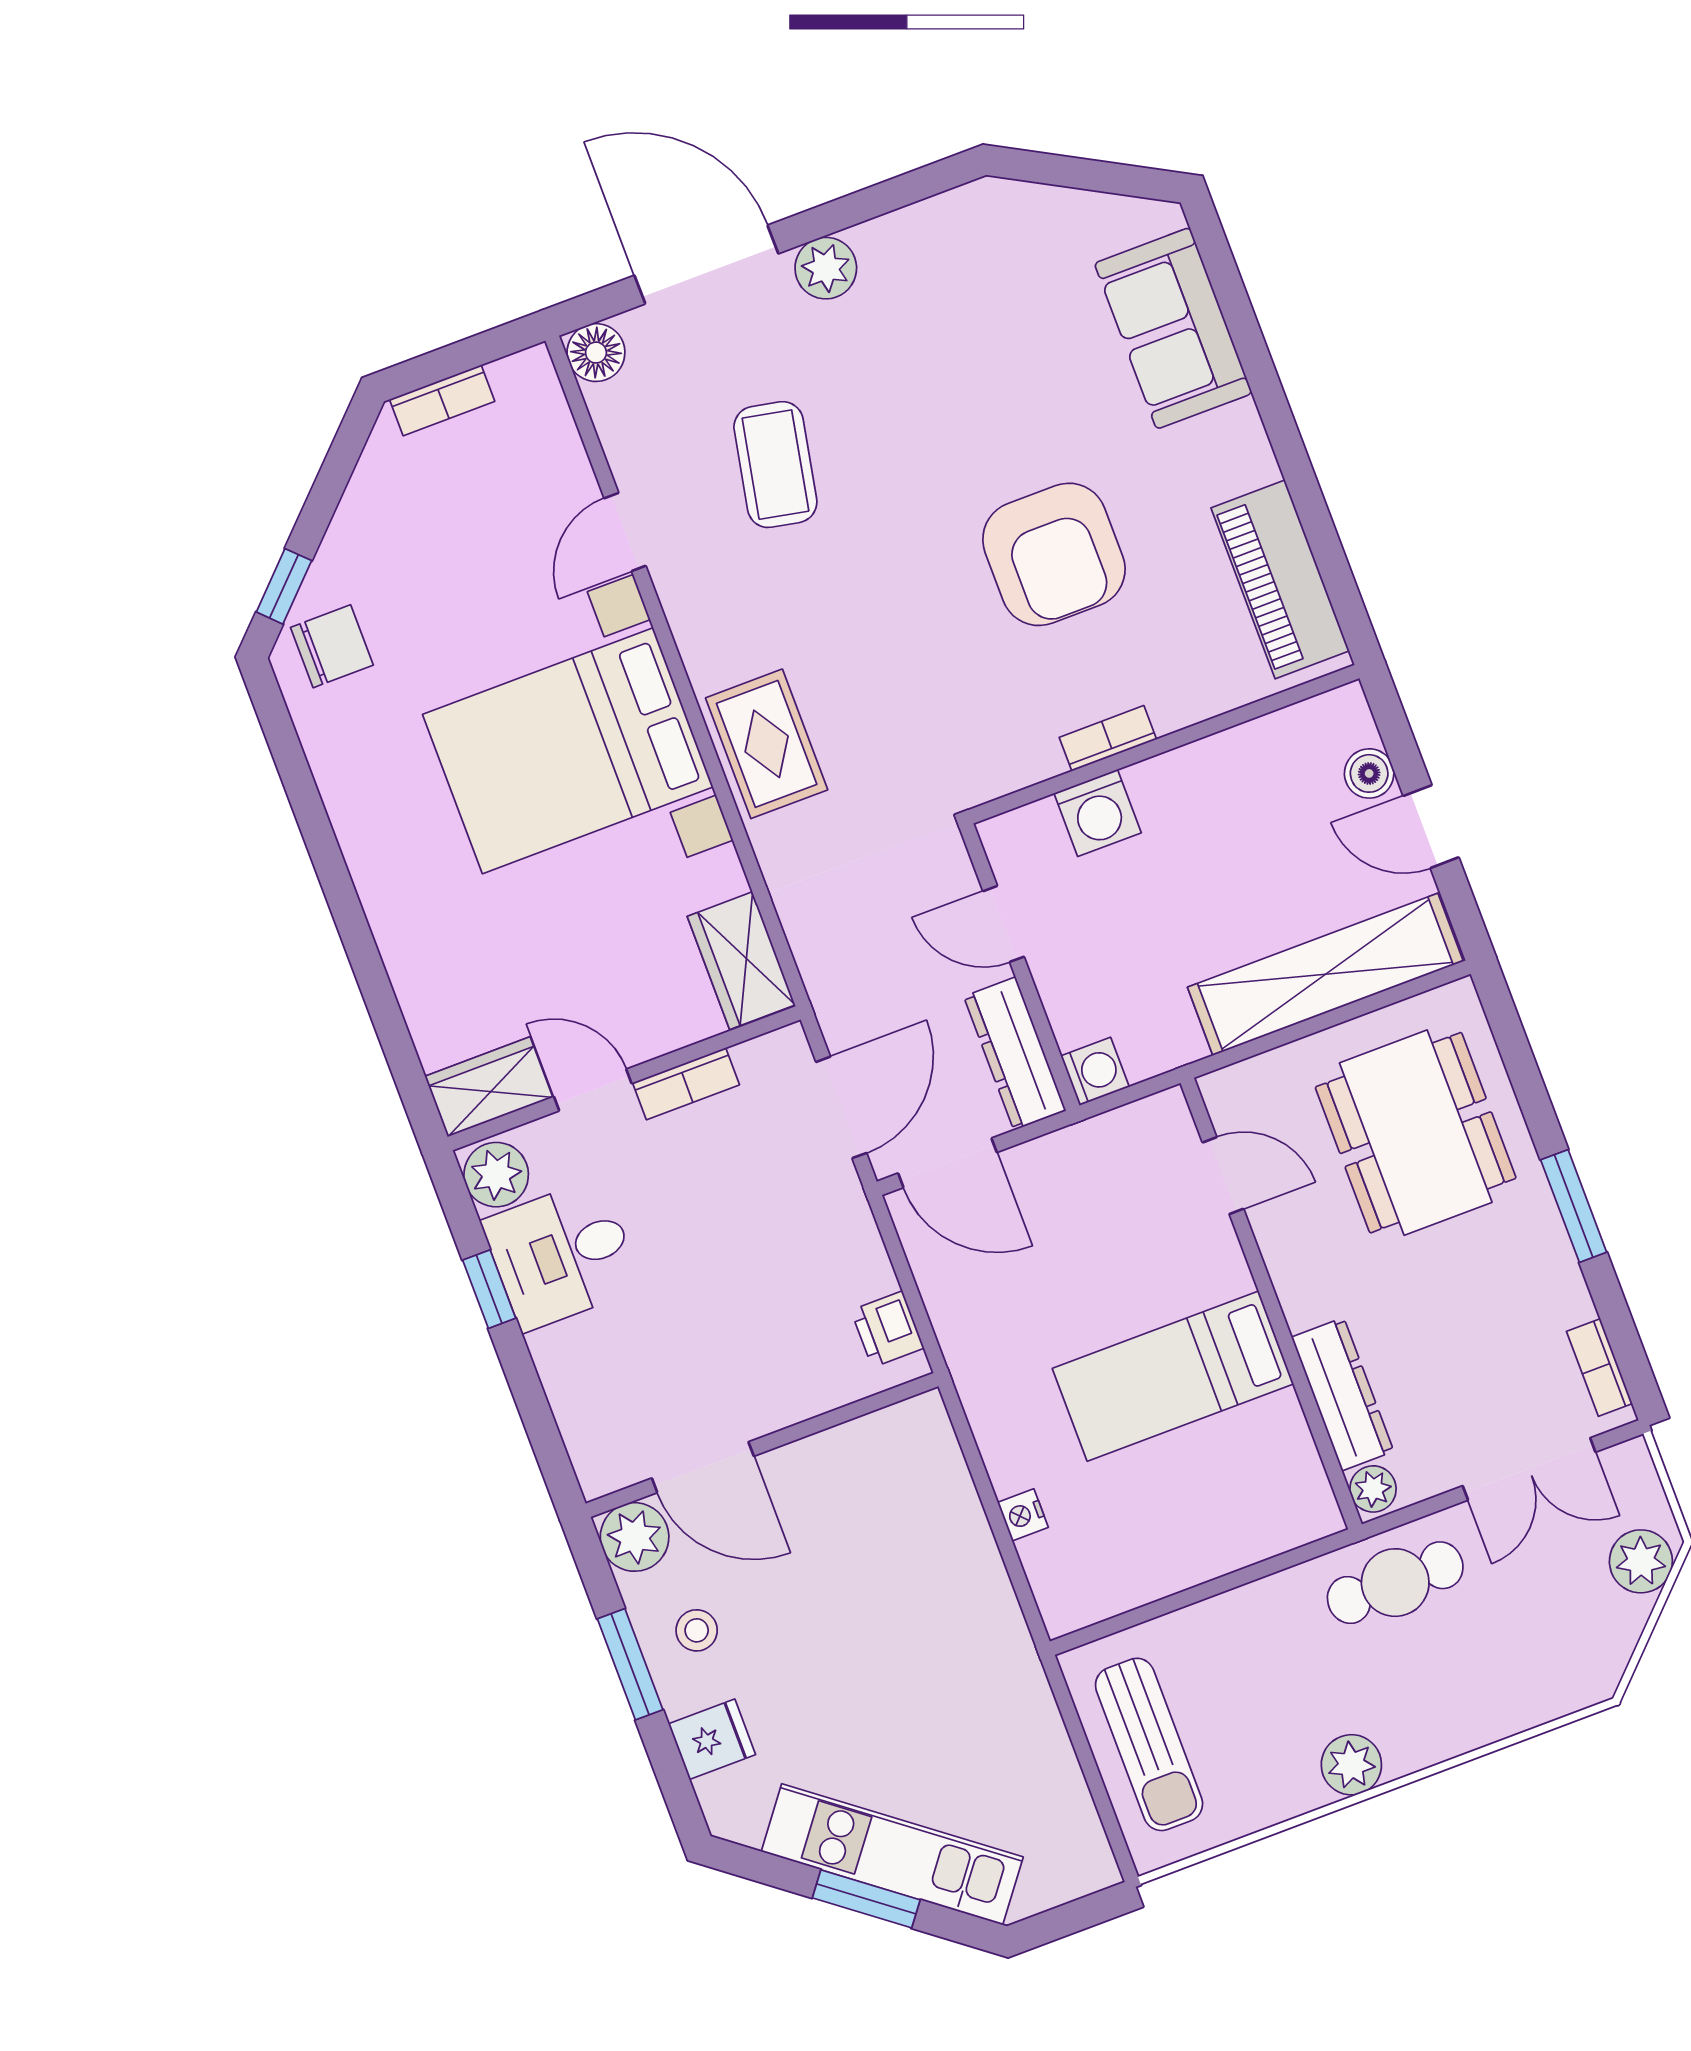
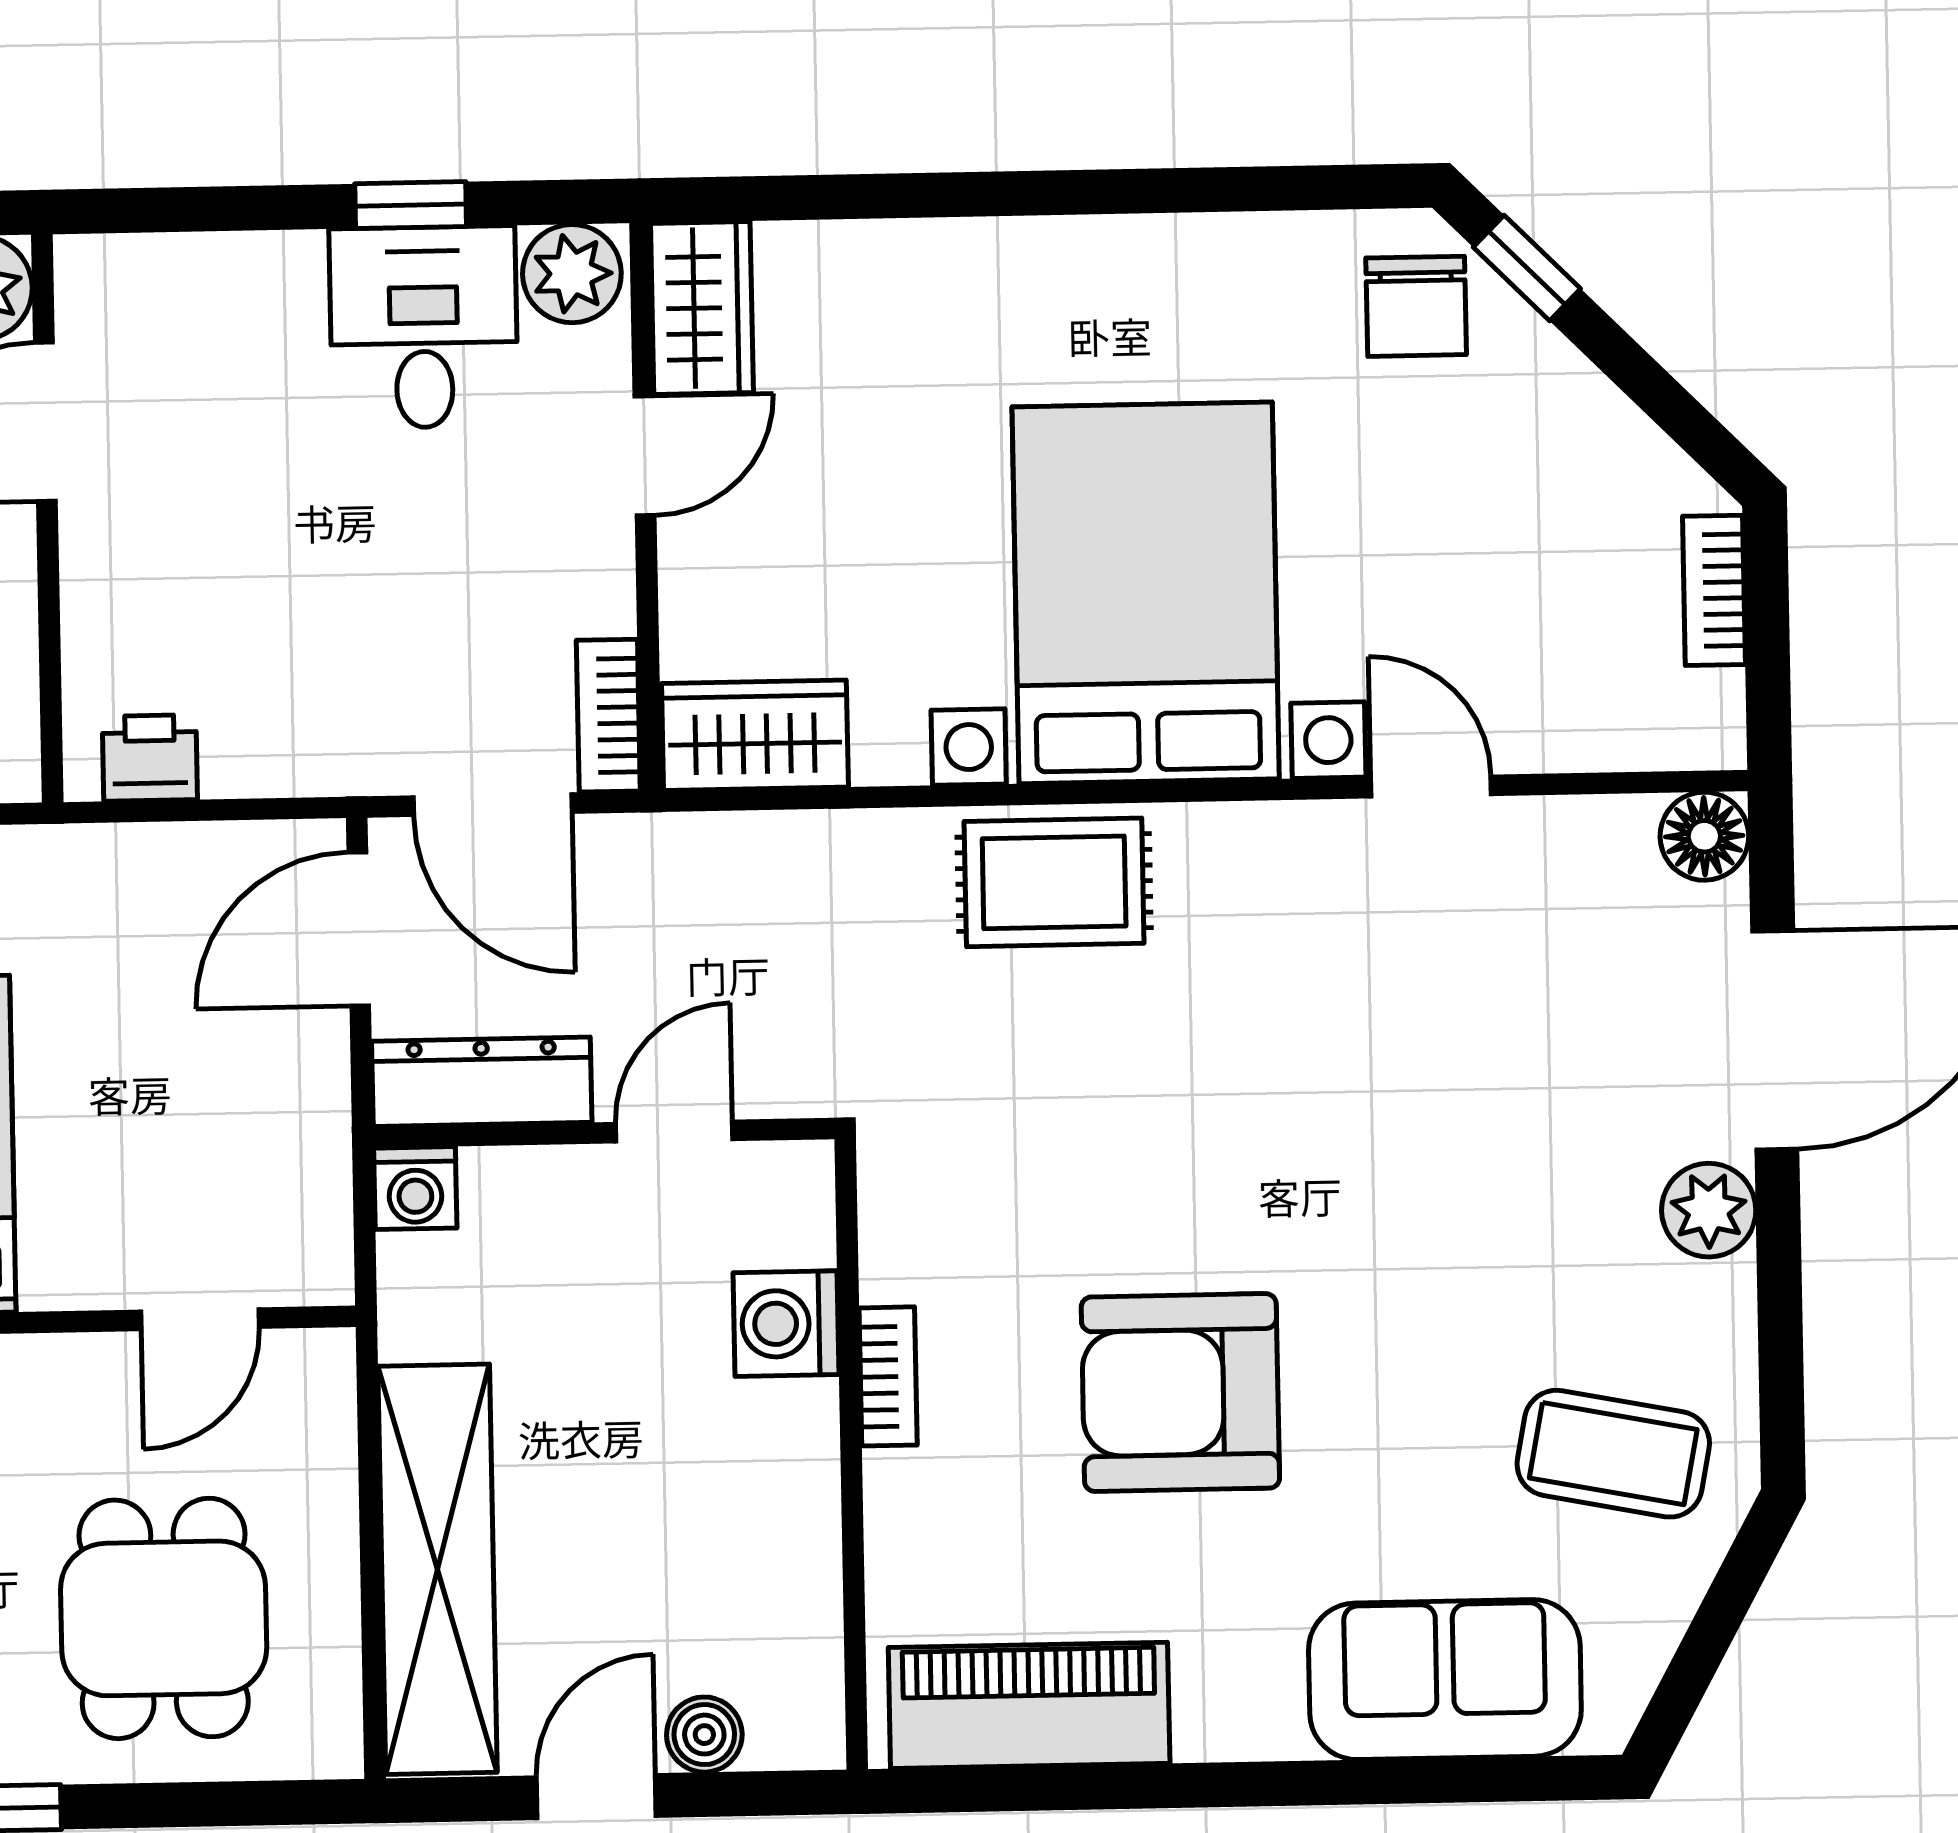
coffee table: (775, 465) -> (1613, 1454), moved
bookcase: (686, 1084) -> (608, 716), moved
dining table: (1416, 1133) -> (164, 1618), width x0.73

